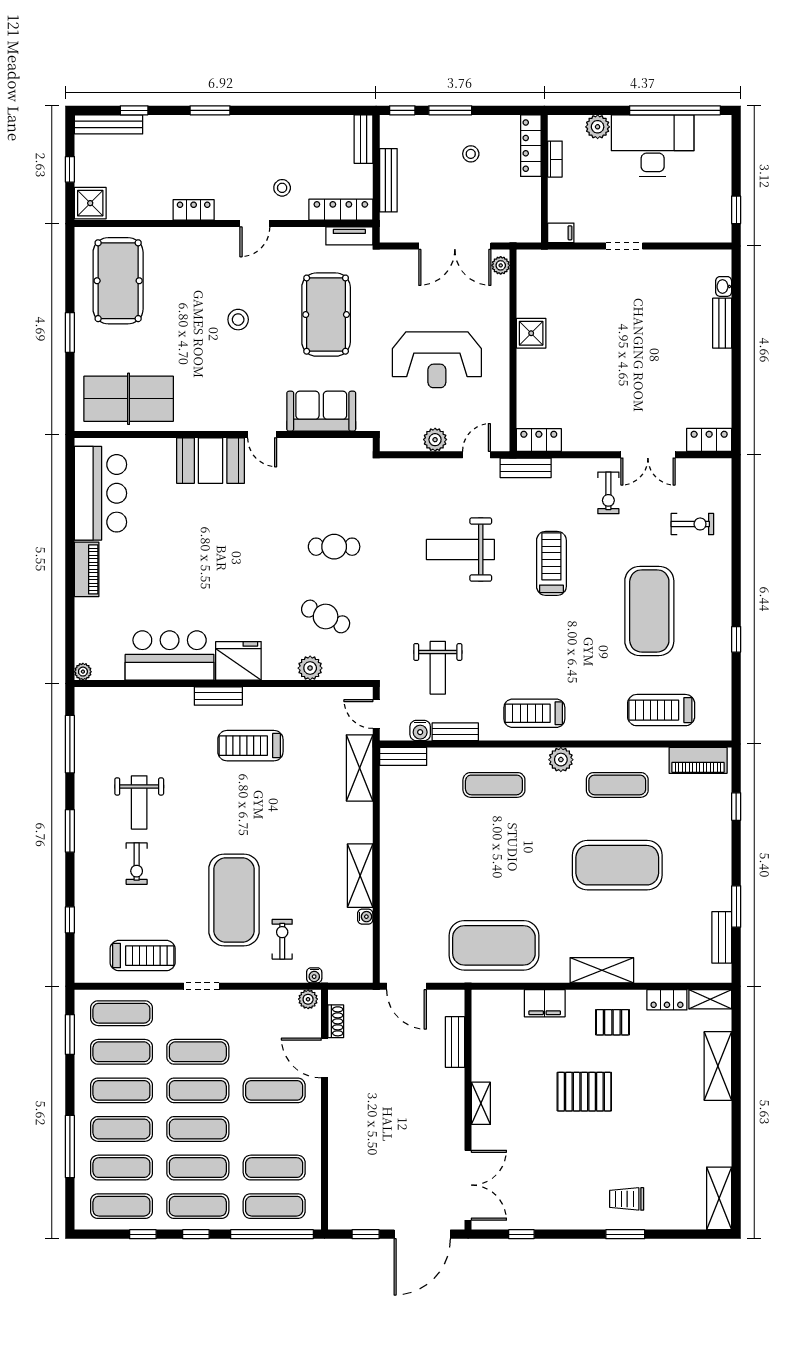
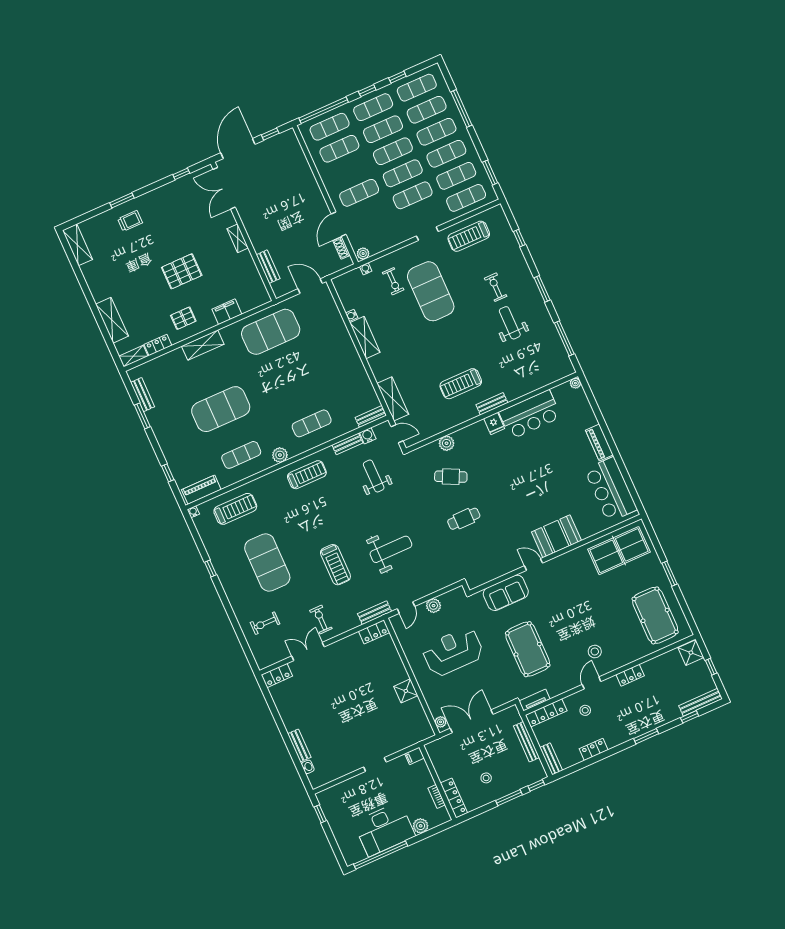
locker: (295, 125) -> (594, 749), added
stool: (238, 320) -> (595, 651), moved
fridge: (238, 661) -> (494, 424), width x0.53, depth x0.75
water cooler: (724, 733) -> (193, 512), added
treadmill: (250, 746) -> (461, 384), turned 180
door: (325, 1058) -> (339, 224), swing flipped

